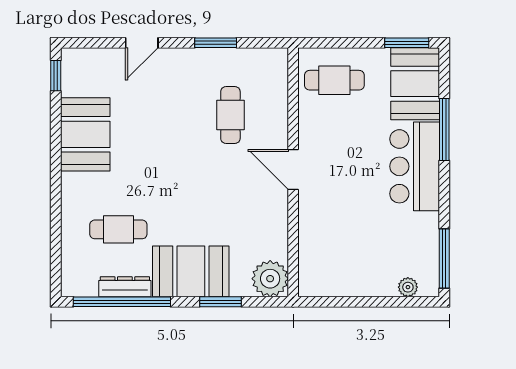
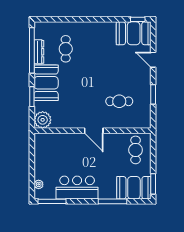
booth: (85, 134) -> (134, 33), moved
bar counter: (415, 166) -> (77, 188), moved
door: (293, 170) -> (94, 131), swing flipped

